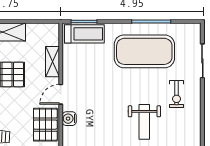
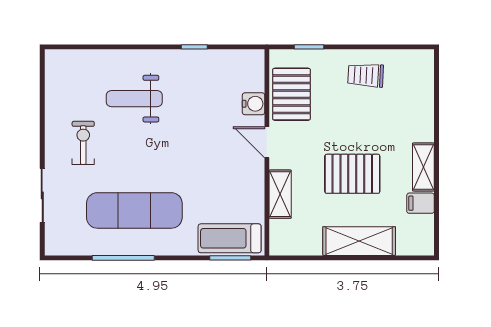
exercise mat: (144, 51) -> (134, 210), width x0.68
door: (61, 94) -> (267, 142), swing flipped
weight bench: (144, 122) -> (134, 99), turned -90

